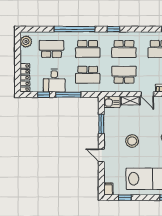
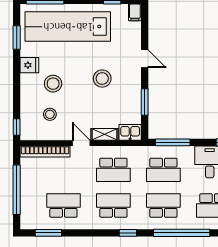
school desk: (88, 75) -> (163, 170), turned 180
window: (68, 95) -> (173, 142), moved

